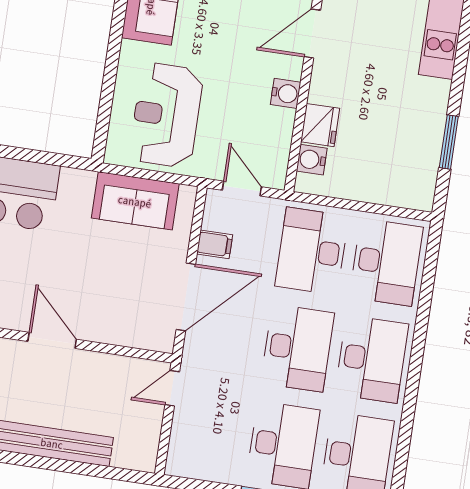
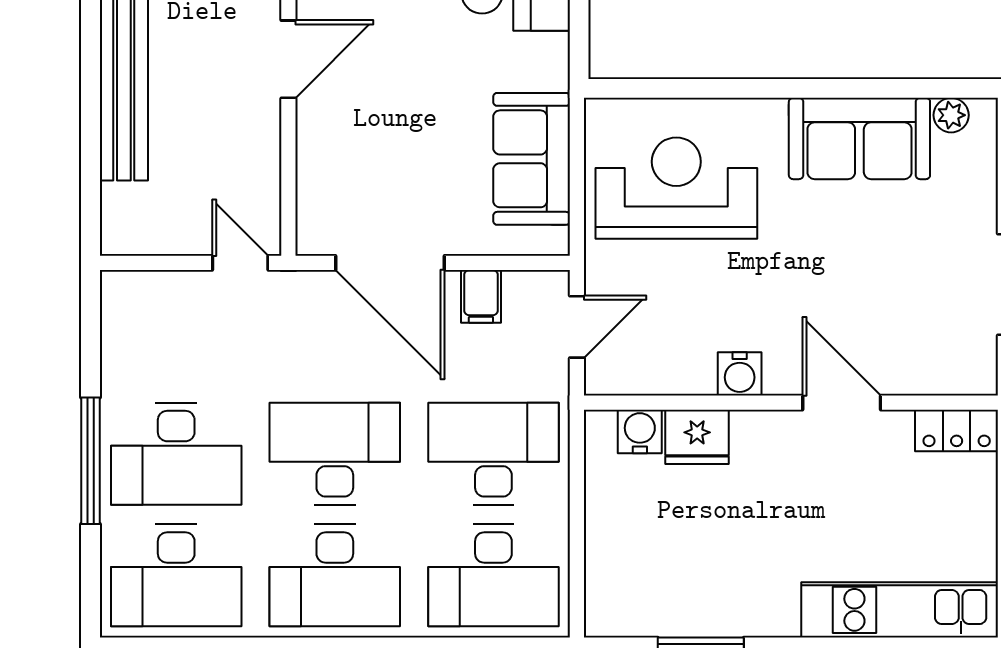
desk: (297, 348) -> (335, 454), turned 180

